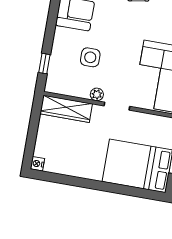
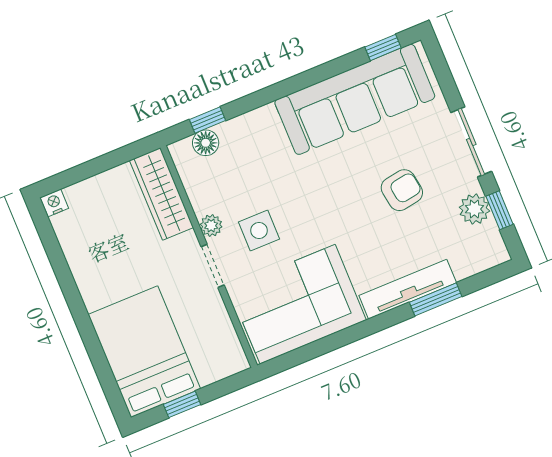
side table: (90, 57) -> (259, 230), moved
floor lamp: (55, 72) -> (206, 143), added

